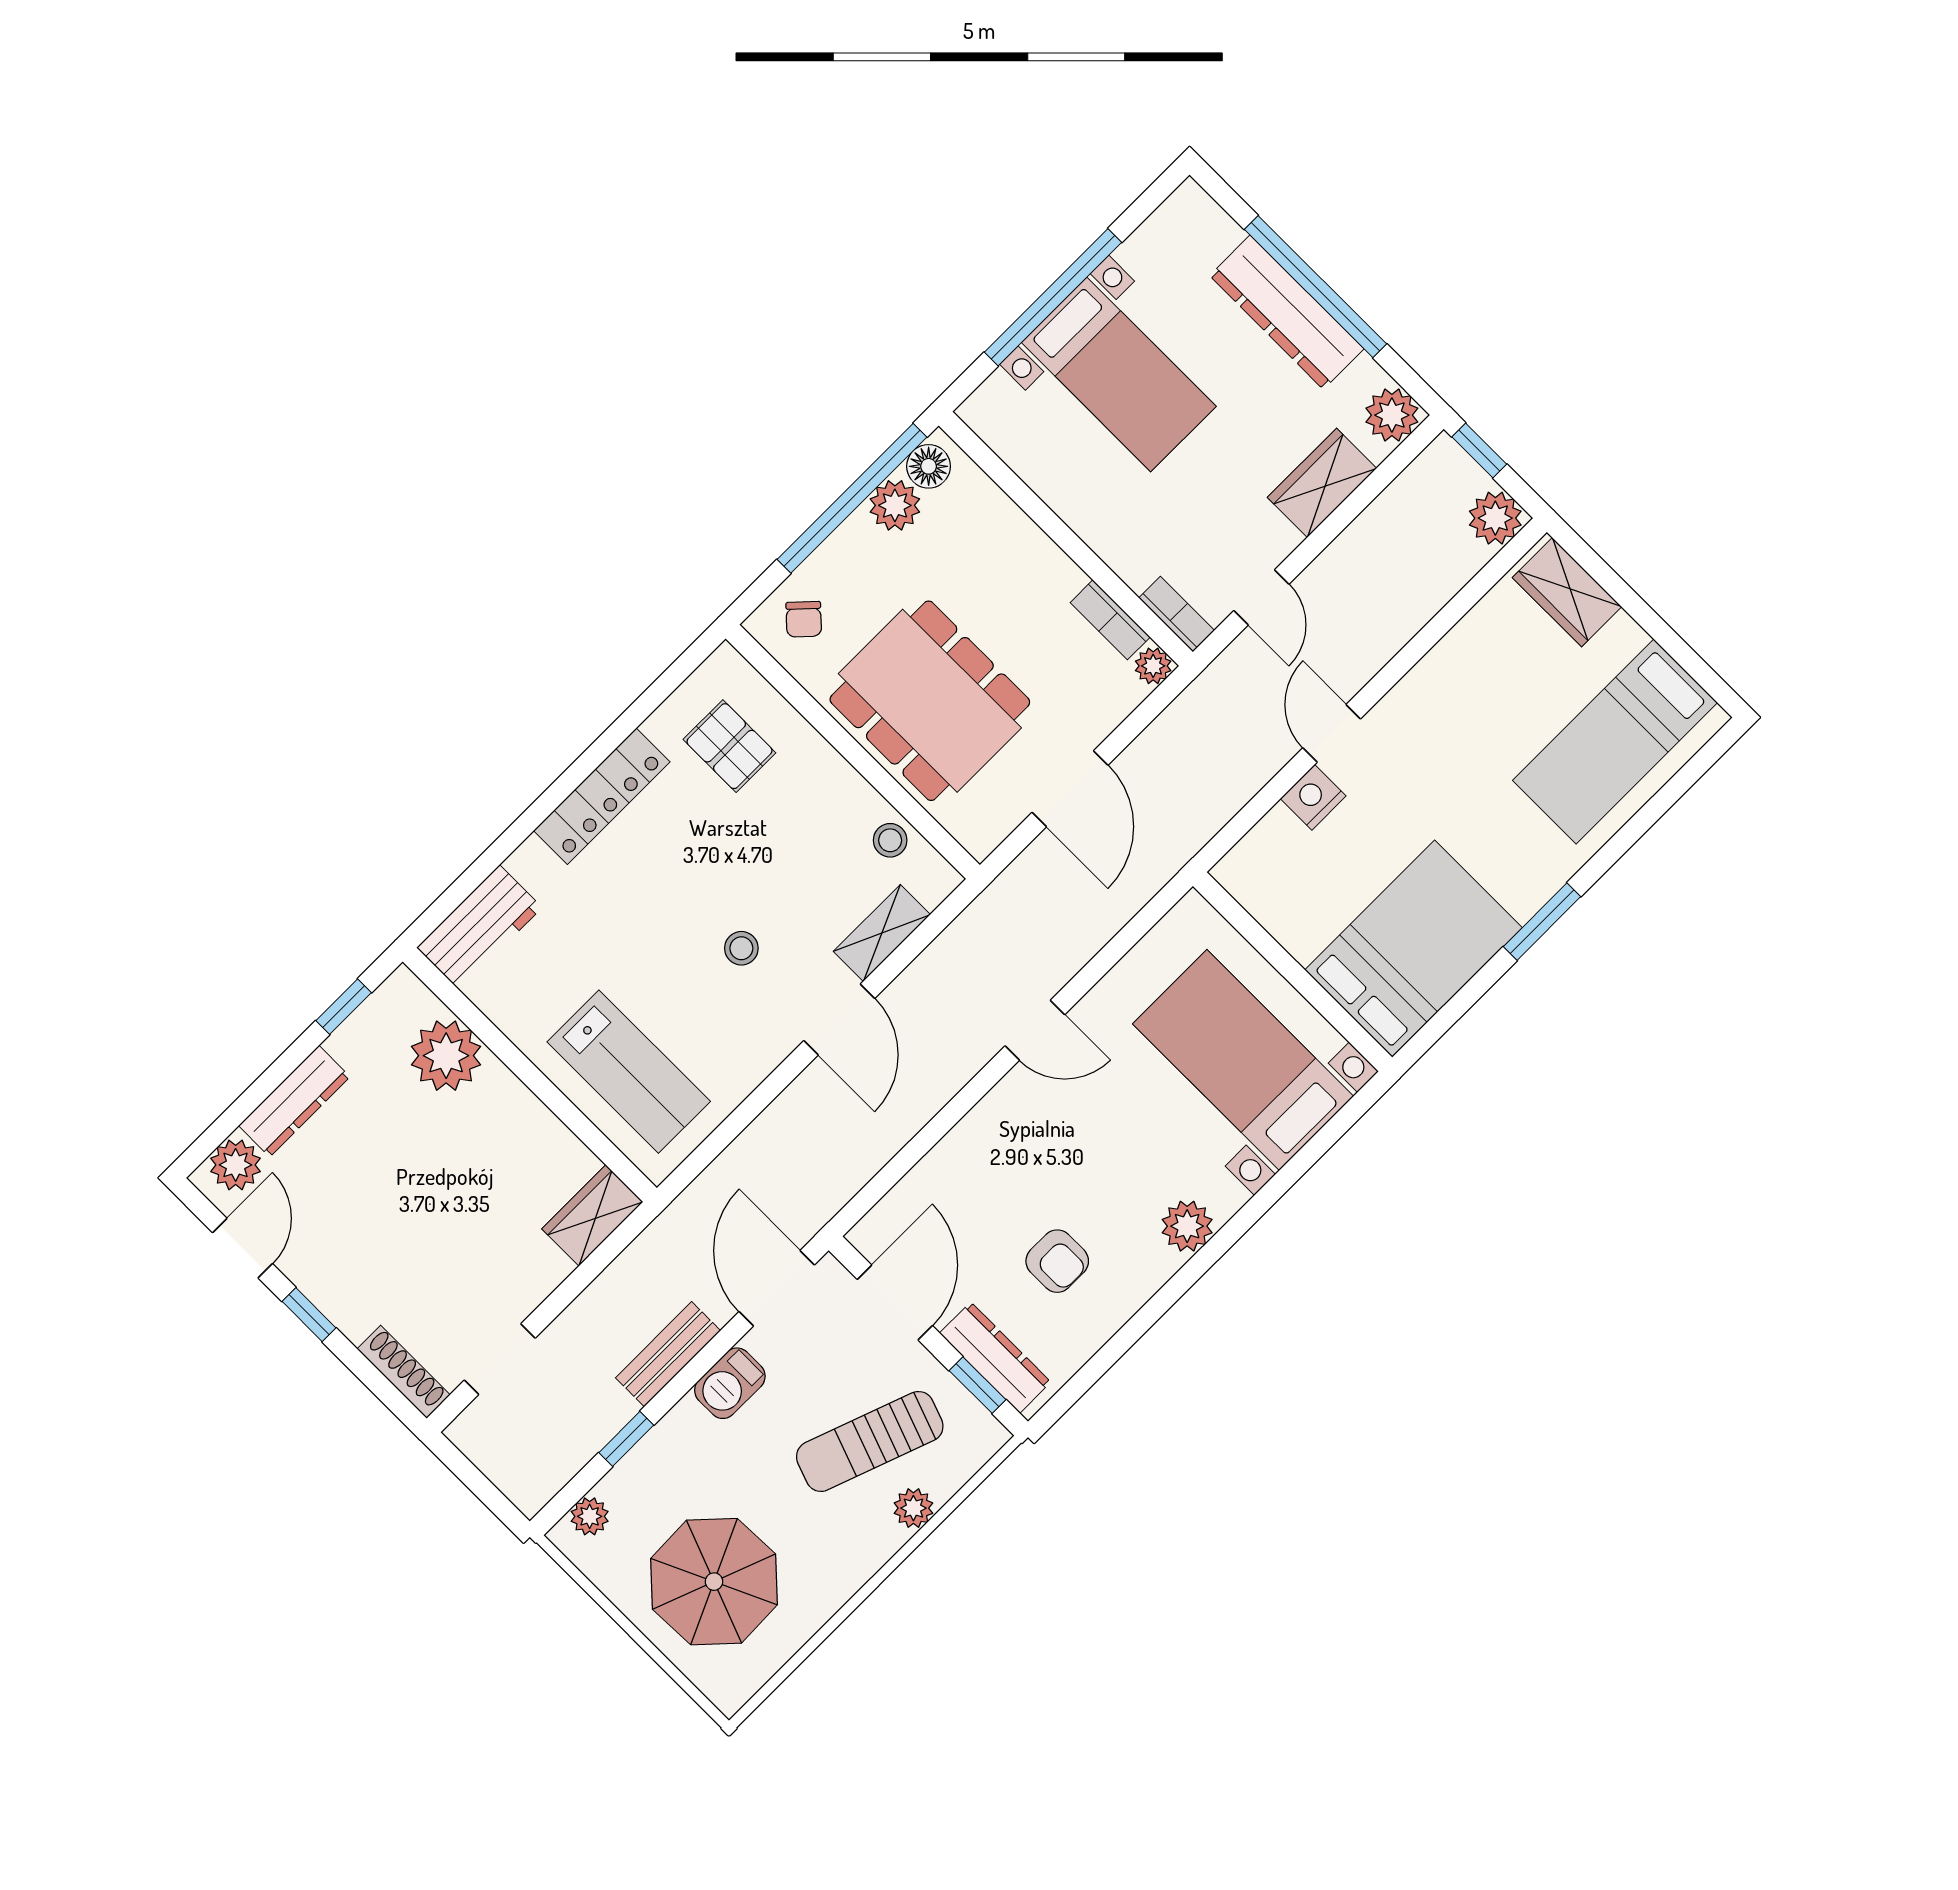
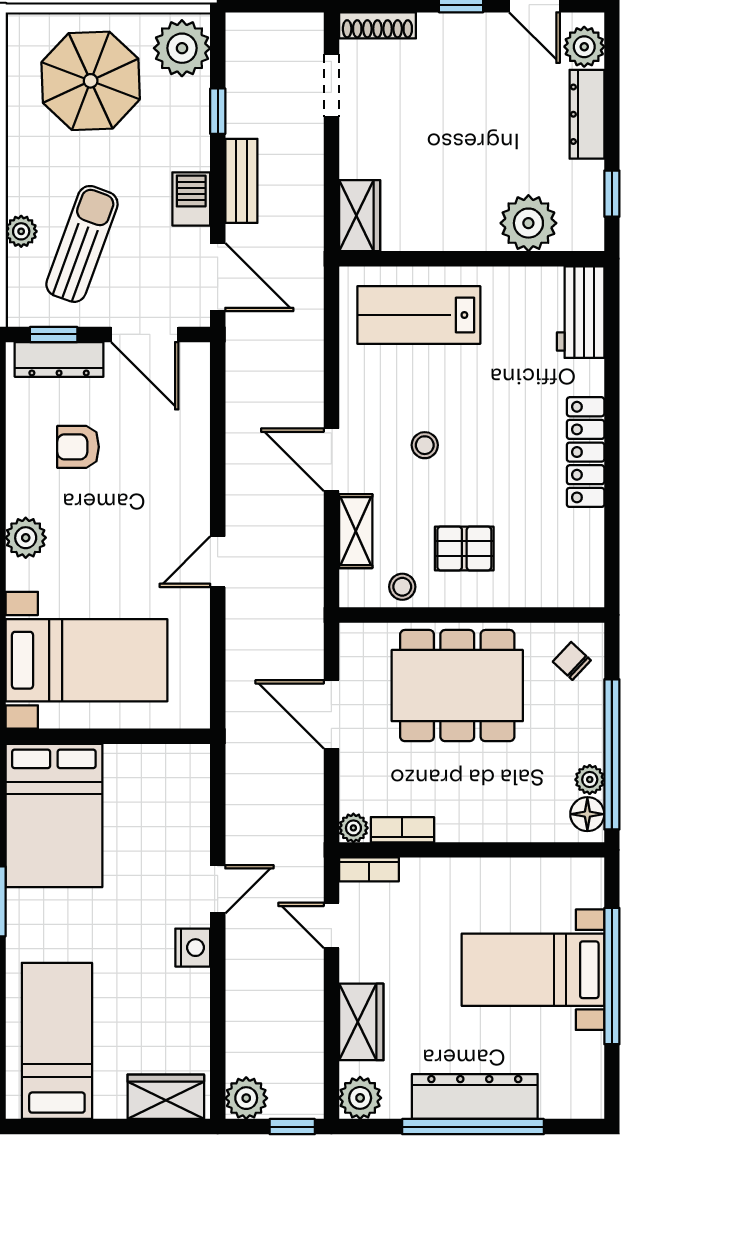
plant: (895, 505) -> (590, 780), width x0.73, depth x0.73
door: (1332, 733) -> (218, 889), hinge flipped
pallet: (729, 746) -> (464, 549), moved
nightstand: (1313, 797) -> (193, 948), moved
plant: (590, 1516) -> (182, 48), width x1.88, depth x1.88

